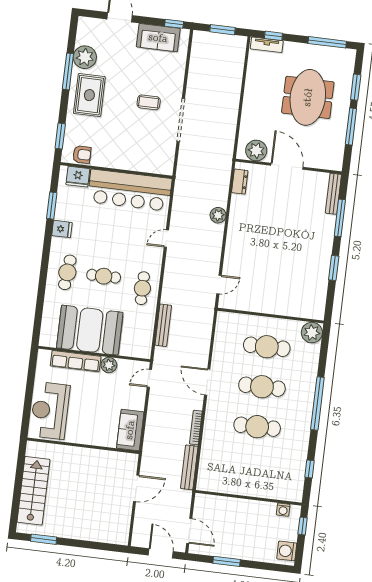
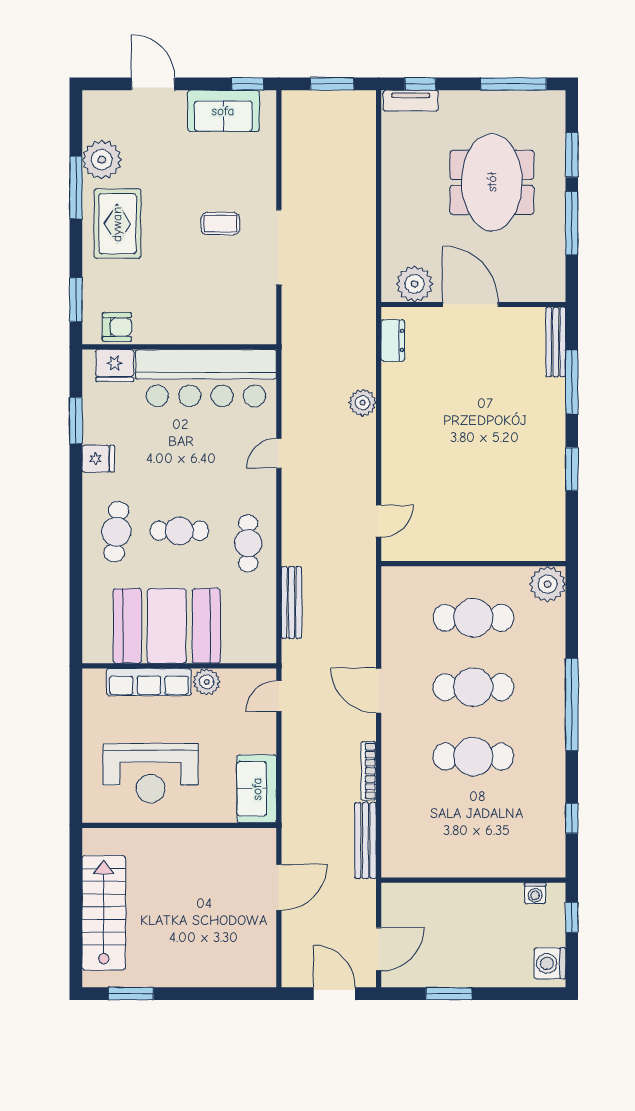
reception desk: (50, 411) -> (151, 773), moved, turned -90
door: (189, 531) -> (379, 949), hinge flipped

